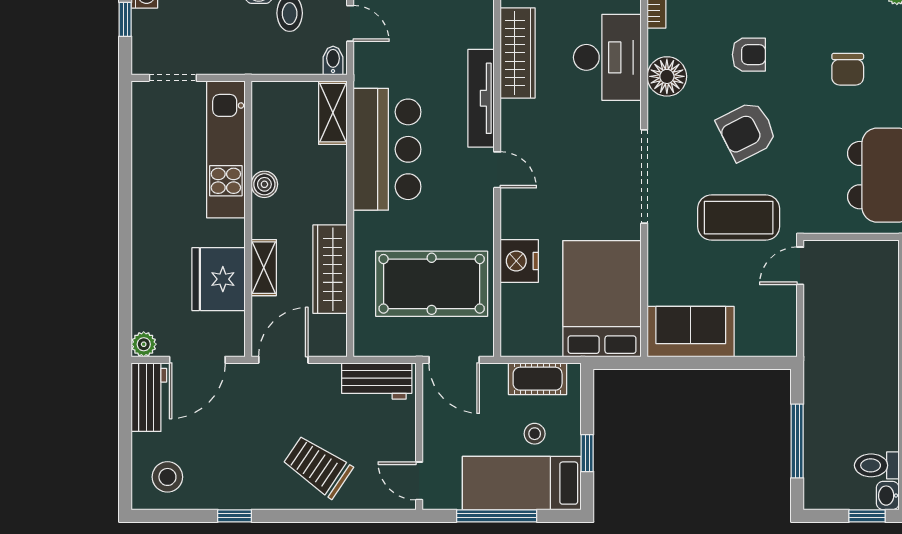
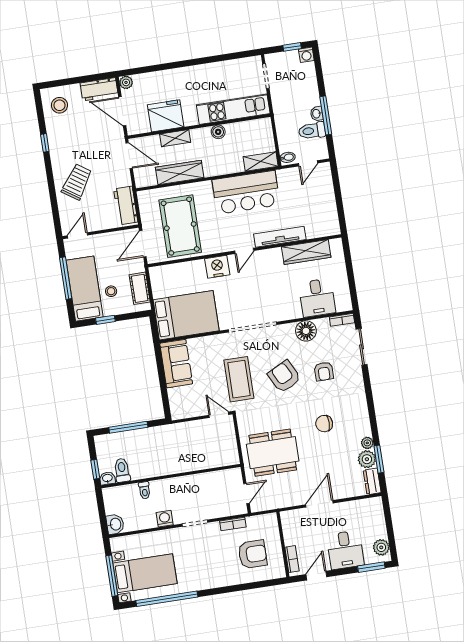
desk: (607, 57) -> (317, 298), width x0.73
nightstand: (519, 261) -> (217, 267), moved

